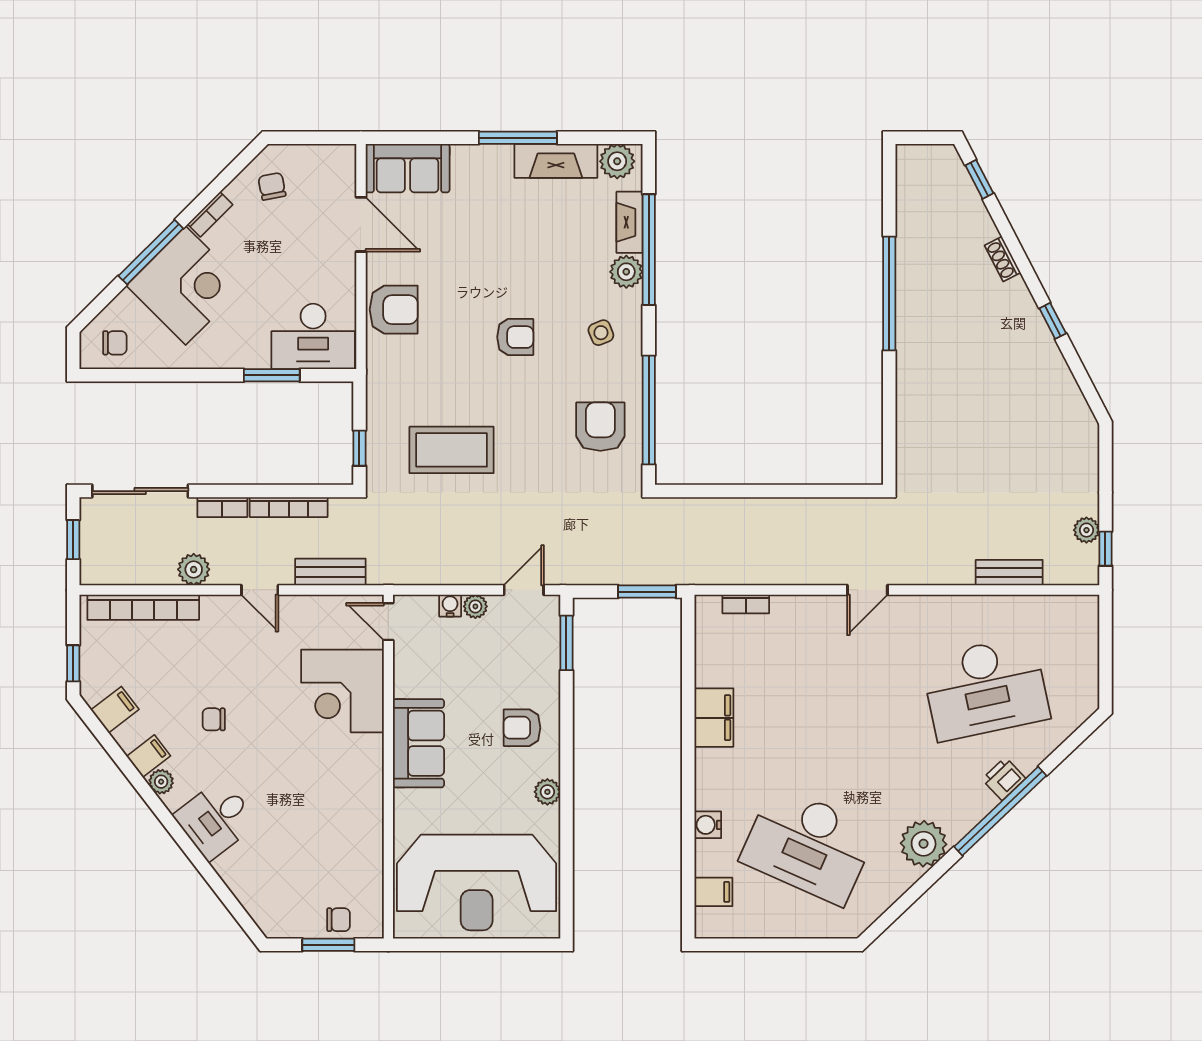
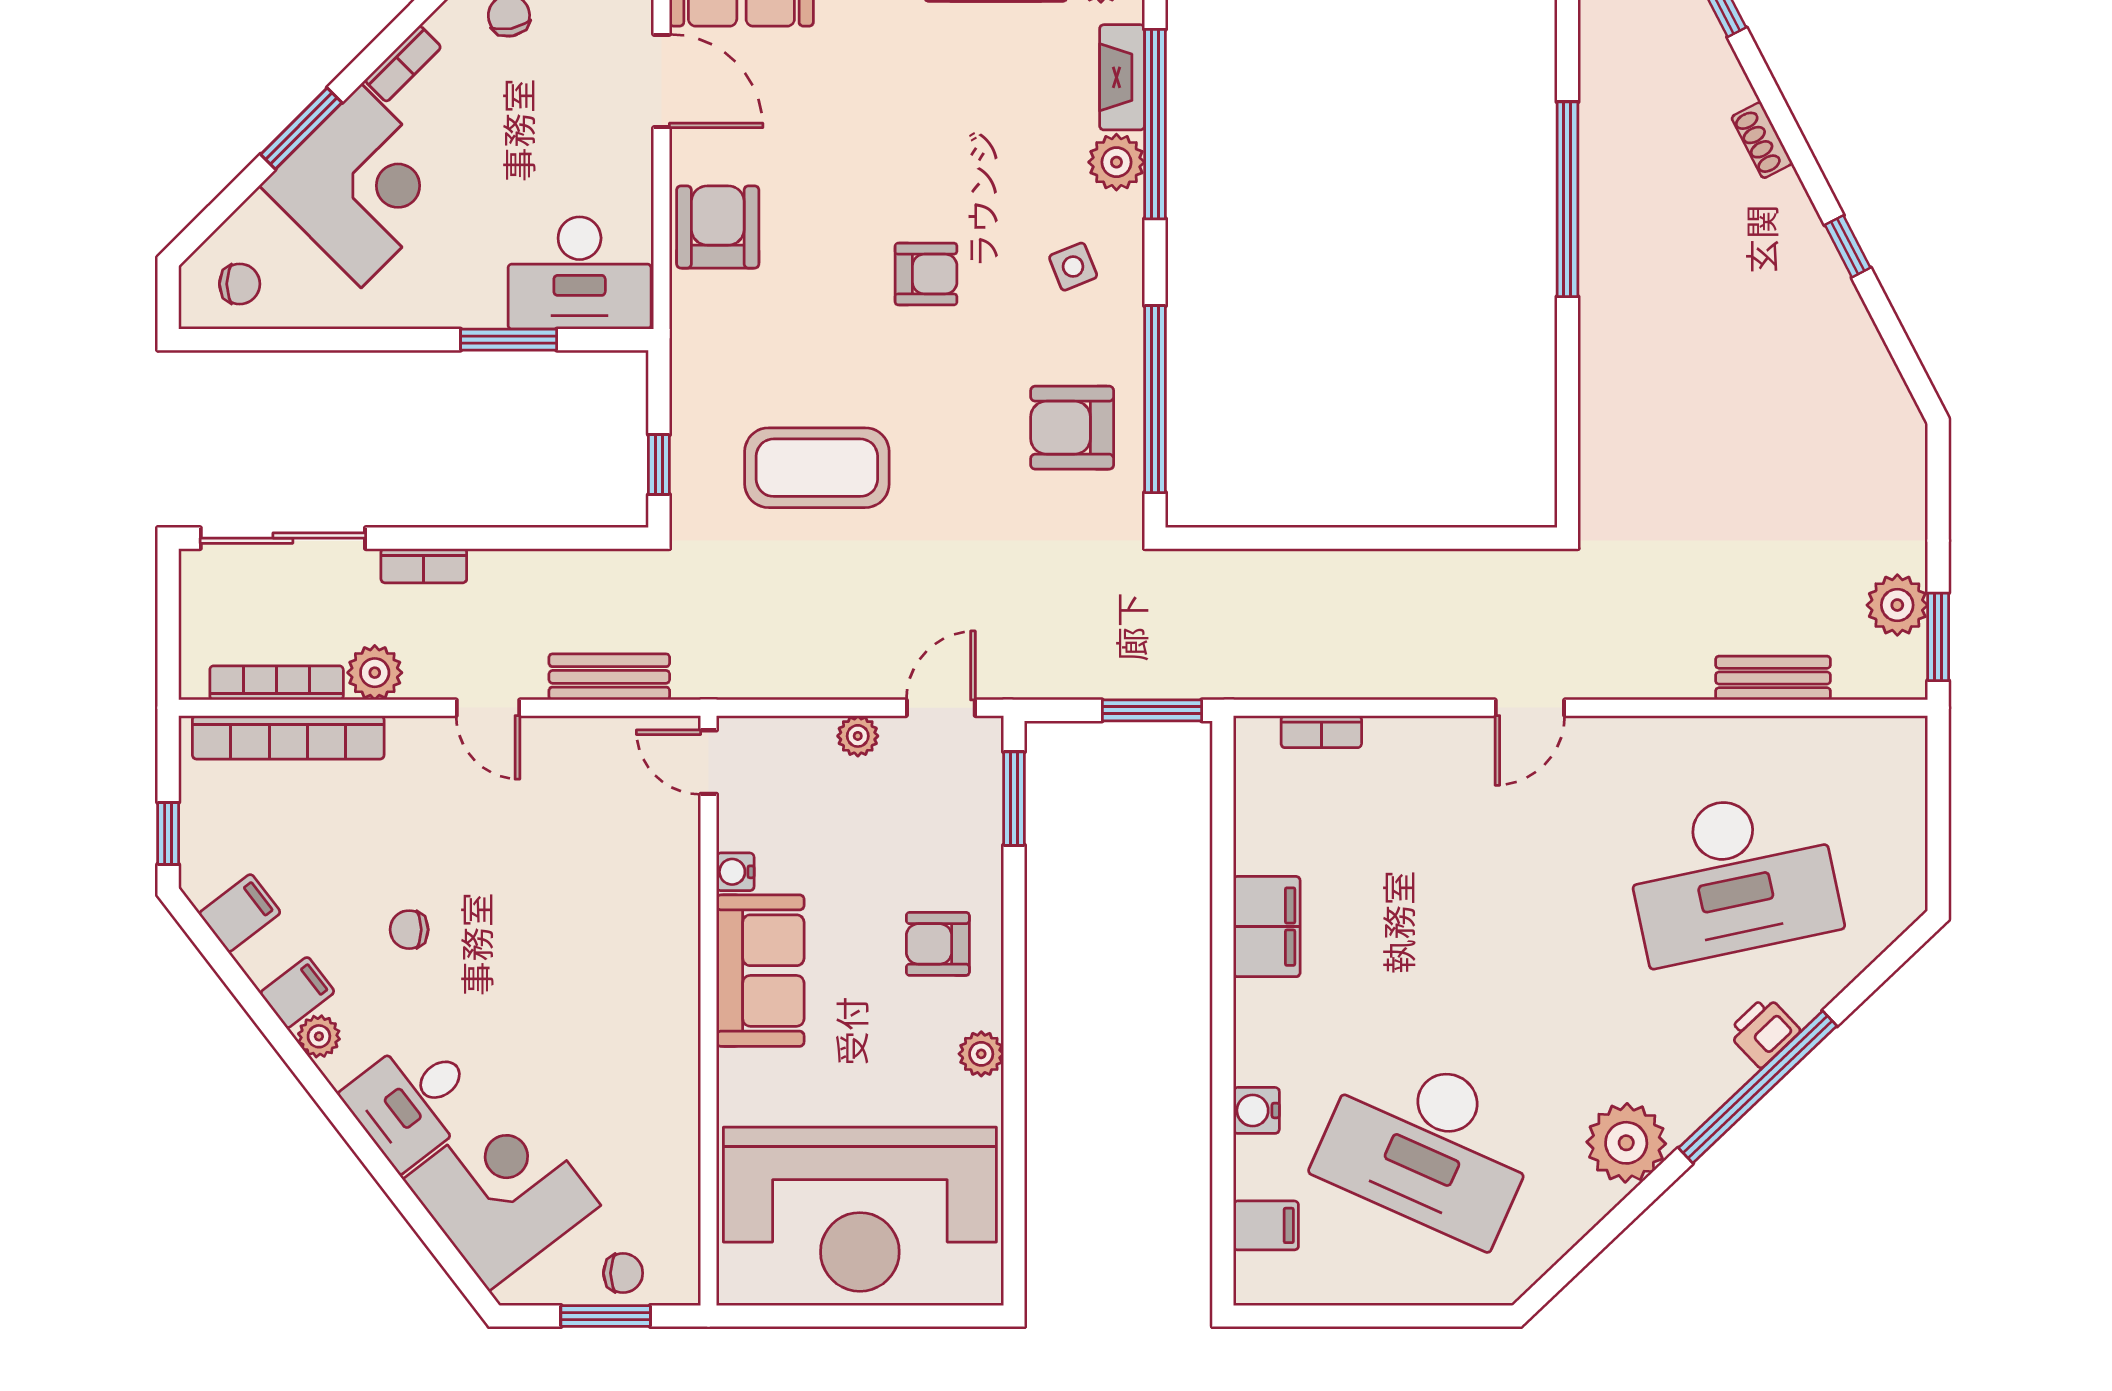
window: (151, 252) -> (301, 128), width x0.69
armchair: (394, 310) -> (718, 227), turned -90
armchair: (600, 427) -> (1072, 428), turned -90
bookcase: (289, 507) -> (277, 683), moved, turned 180
plant: (1086, 530) -> (1897, 605), width x1.38, depth x1.38
window: (73, 540) -> (168, 621), removed
window: (1105, 549) -> (1938, 637), width x1.50
water cooler: (450, 606) -> (735, 872), moved, turned -90
corner desk: (342, 691) -> (502, 1192), moved, turned 142

